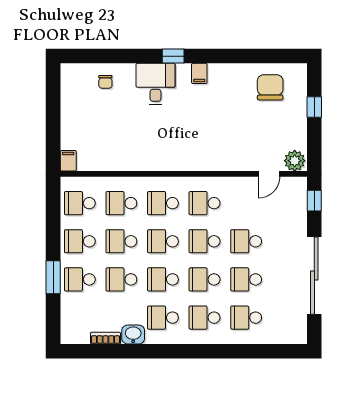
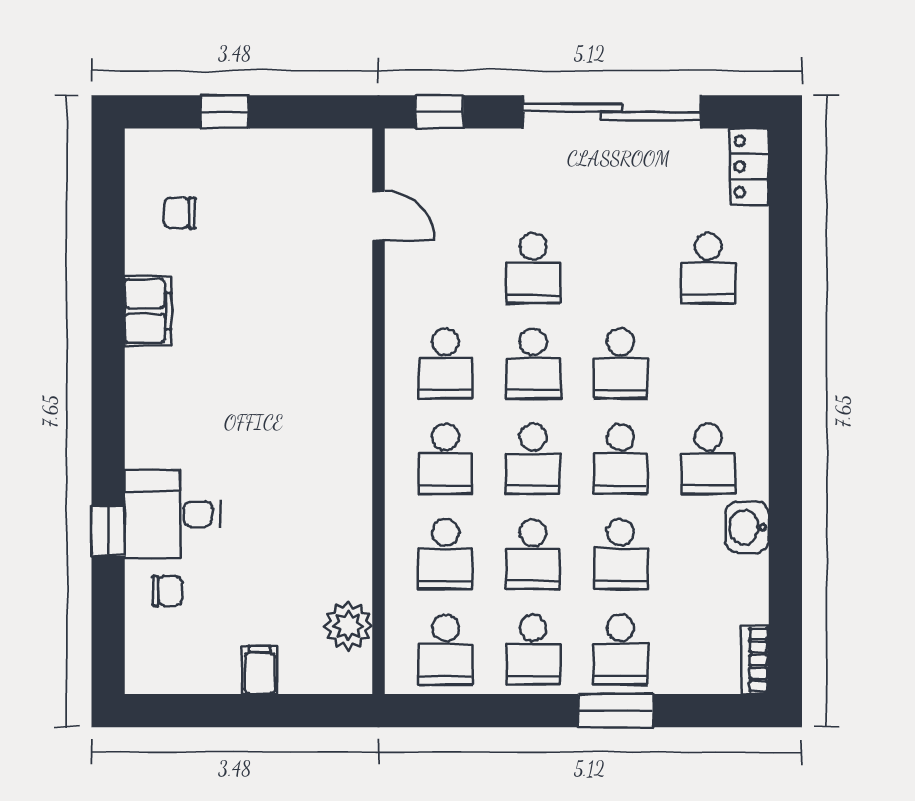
window: (173, 56) -> (108, 531), moved
filing cabinet: (199, 73) -> (148, 311), moved, width x2.00
desk: (155, 84) -> (172, 514), moved
chair: (270, 87) -> (180, 213), width x0.54, depth x0.54
filing cabinet: (68, 161) -> (260, 670), moved, turned 90
plant: (295, 161) -> (348, 626), moved
school desk: (246, 279) -> (621, 268), removed
school desk: (205, 318) -> (708, 364), removed
locker: (290, 336) -> (749, 167), added
bookcase: (106, 338) -> (755, 660), moved

